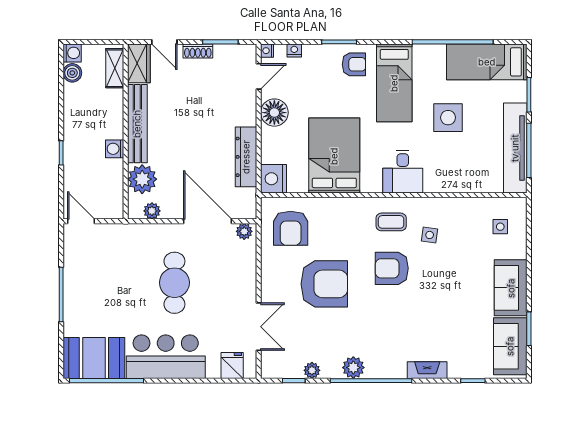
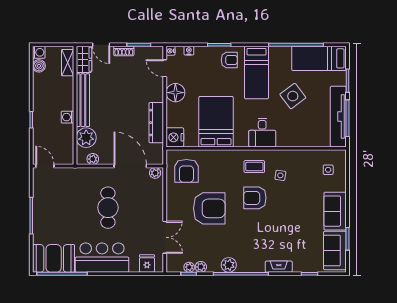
door: (259, 76) -> (165, 68), swing flipped
side table: (448, 118) -> (293, 96), turned -37
plant: (295, 371) -> (189, 267), added

